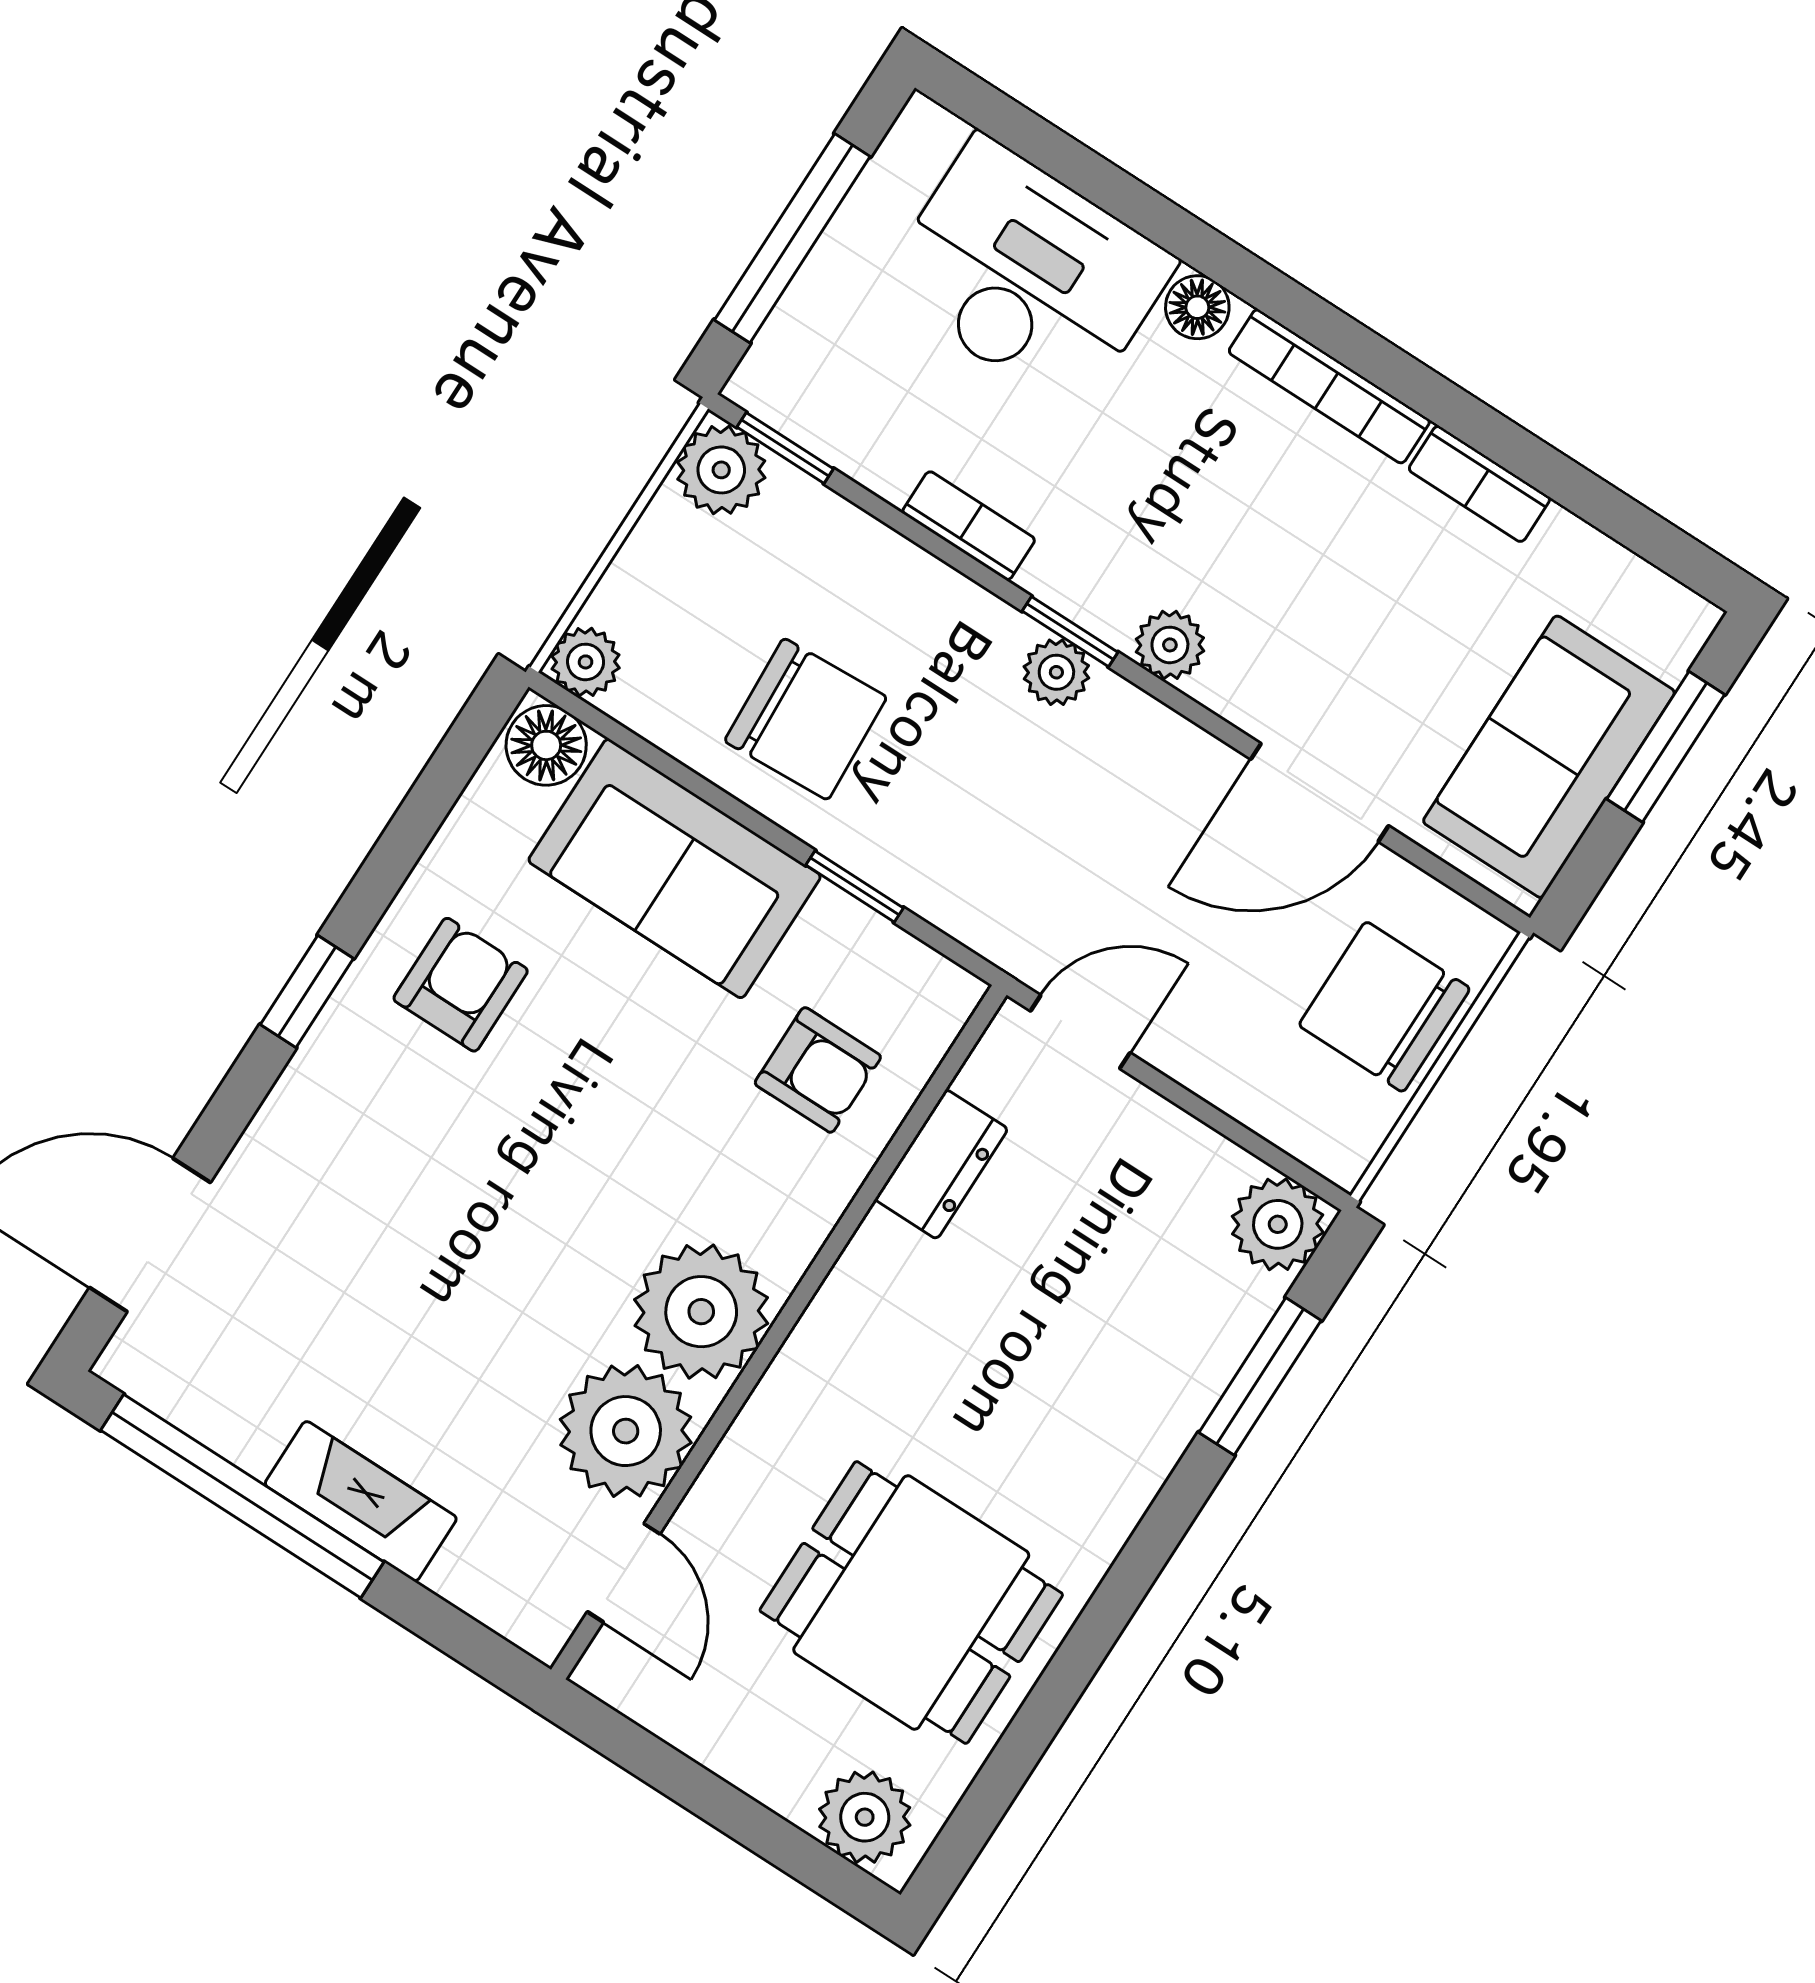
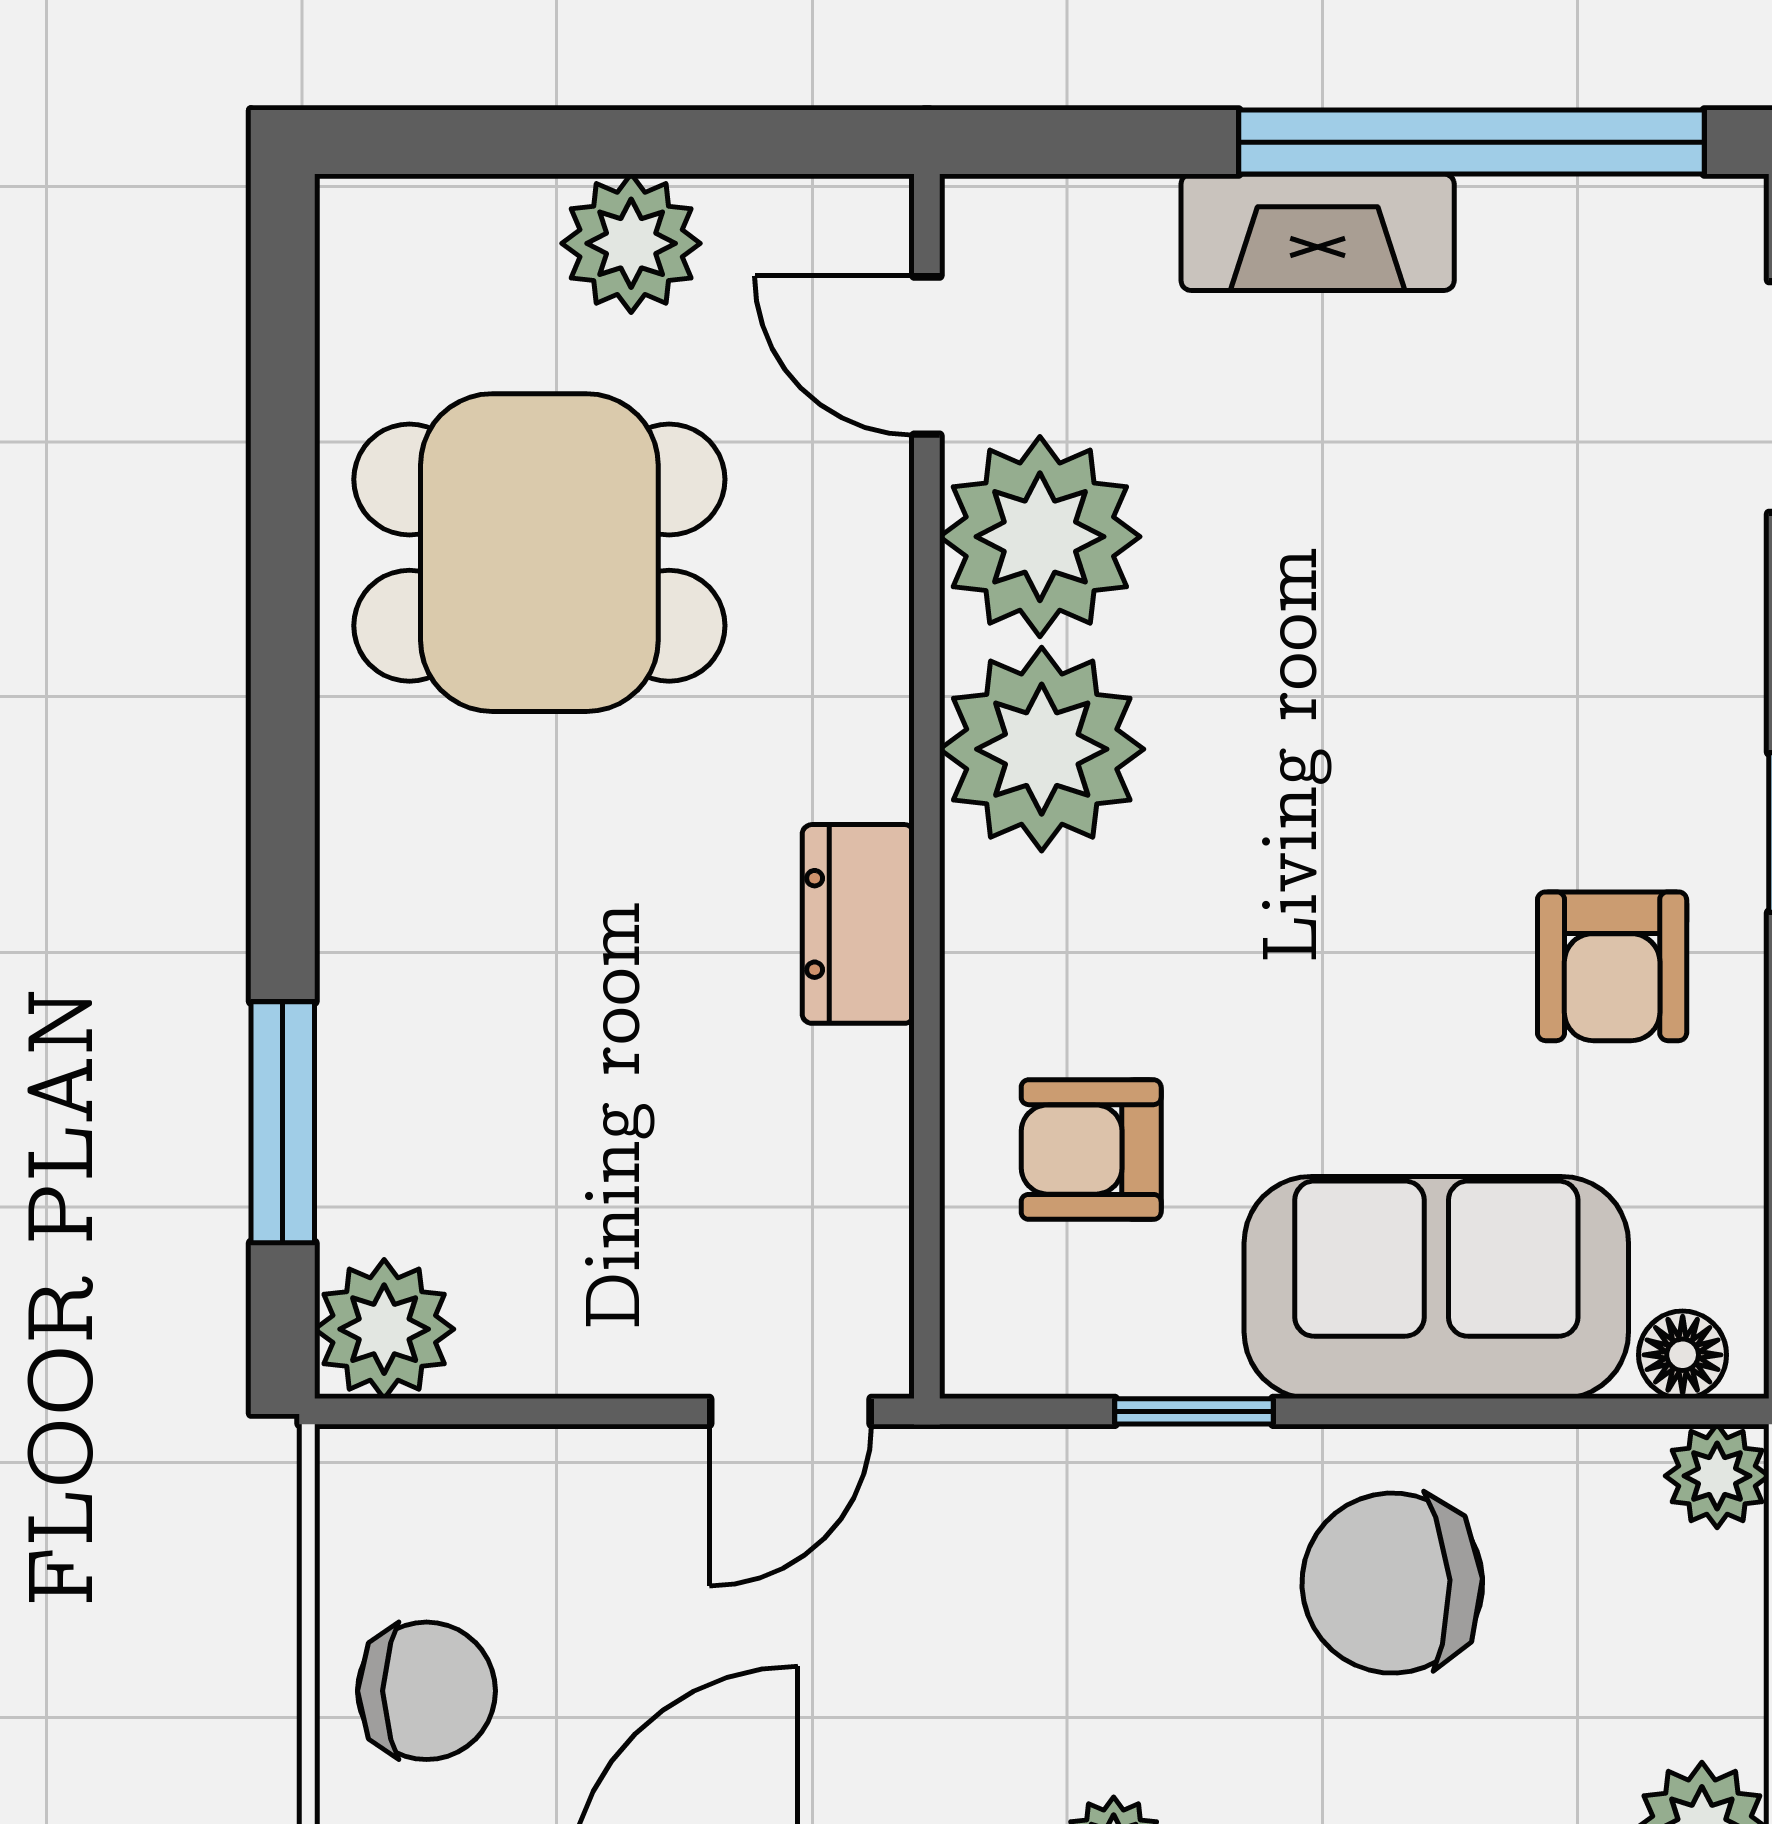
floor lamp: (546, 745) -> (1683, 1355), width x0.73, depth x0.73
chair: (1384, 1007) -> (427, 1691), width x0.73, depth x0.73
dresser: (941, 1164) -> (858, 924), moved
plant: (865, 1817) -> (631, 243), moved

